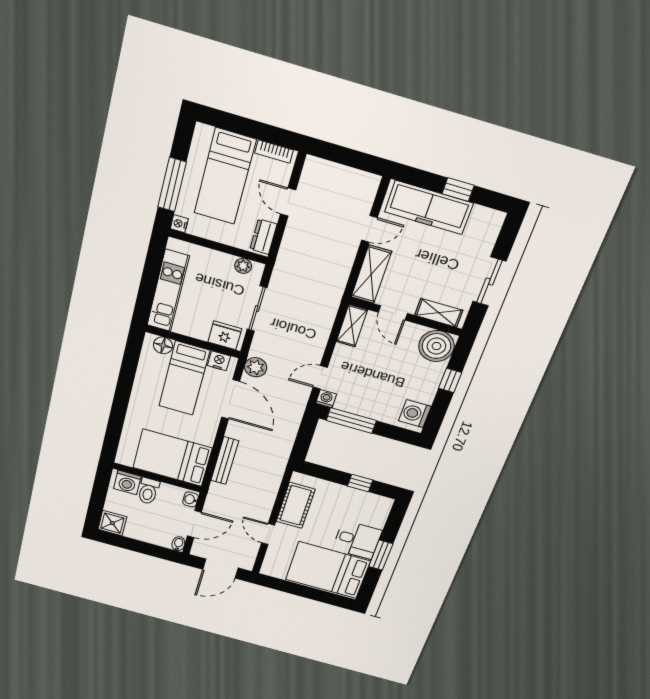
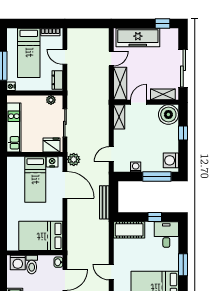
window: (458, 190) -> (163, 24), moved
sliding door: (489, 282) -> (183, 68), width x1.37
door: (393, 313) -> (139, 102), swing flipped
floor lamp: (163, 345) -> (19, 162), removed
washing machine: (326, 399) -> (136, 167), moved
window: (351, 420) -> (157, 176), moved
bench: (225, 461) -> (104, 202), moved
cot: (296, 505) -> (129, 230), moved, turned 90
desk: (357, 540) -> (166, 234), moved, turned -90

